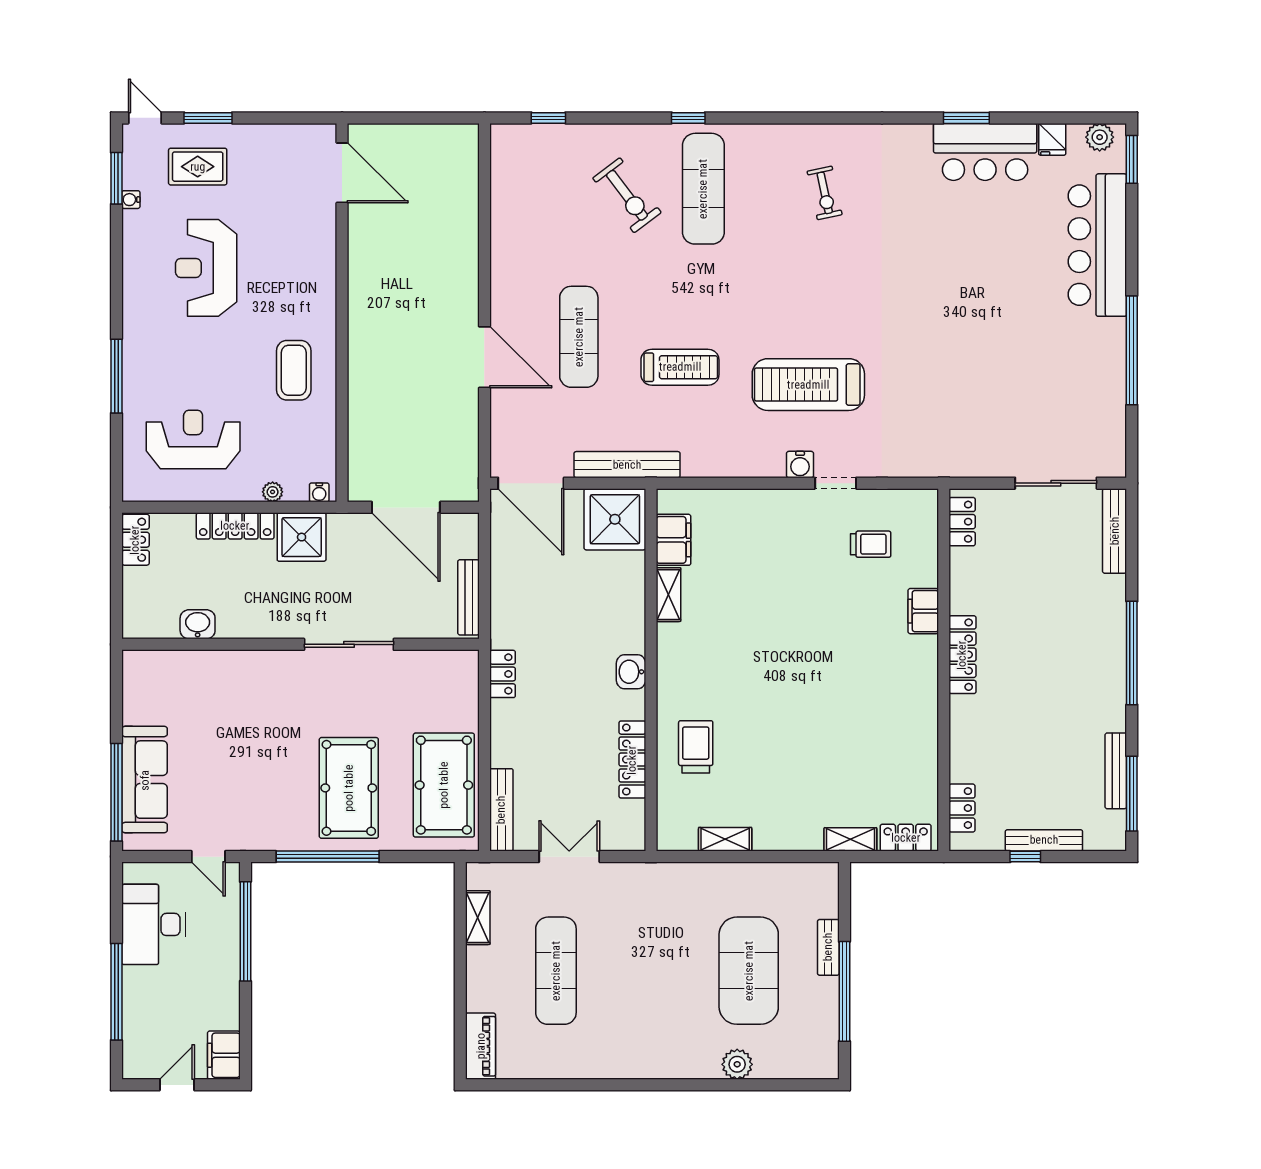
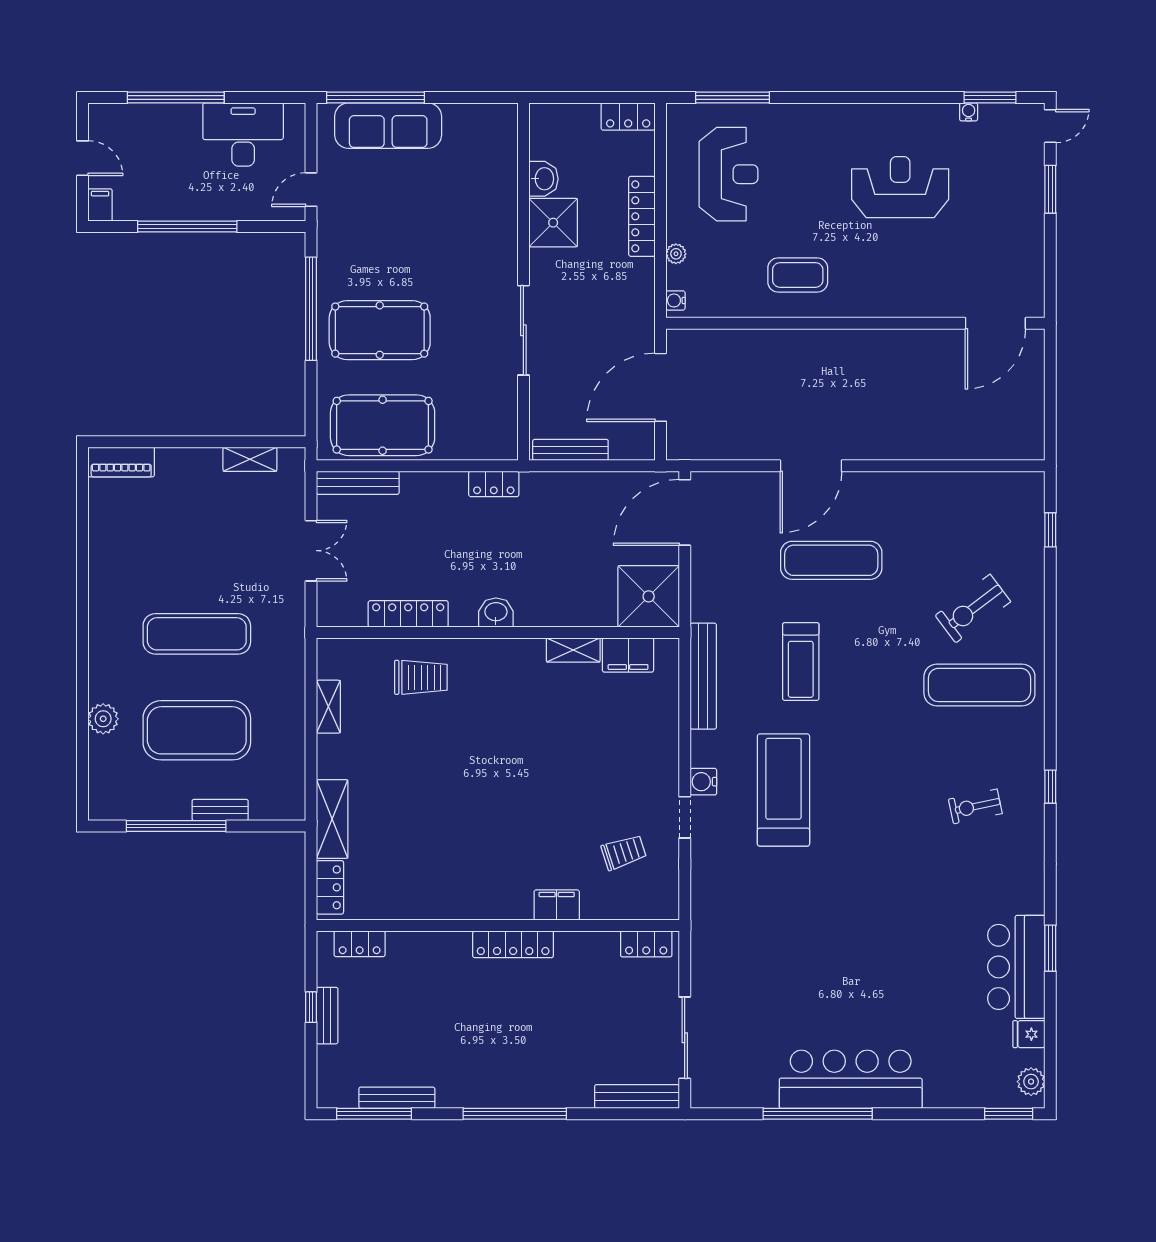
window: (688, 118) -> (1050, 787), moved
rug: (198, 167) -> (1002, 179), removed
bar counter: (1097, 245) -> (851, 1079), moved
window: (116, 376) -> (733, 98), moved
bench: (627, 465) -> (703, 676), moved
shower: (302, 537) -> (553, 223), moved
trolley: (871, 544) -> (624, 852), turned -108
shelving: (850, 839) -> (332, 819), width x1.50, depth x1.33
bench: (1044, 840) -> (327, 1016), width x0.73
window: (245, 931) -> (187, 227), moved
exercise mat: (556, 971) -> (197, 634), moved
filing cabinet: (224, 1055) -> (100, 205), width x0.50

